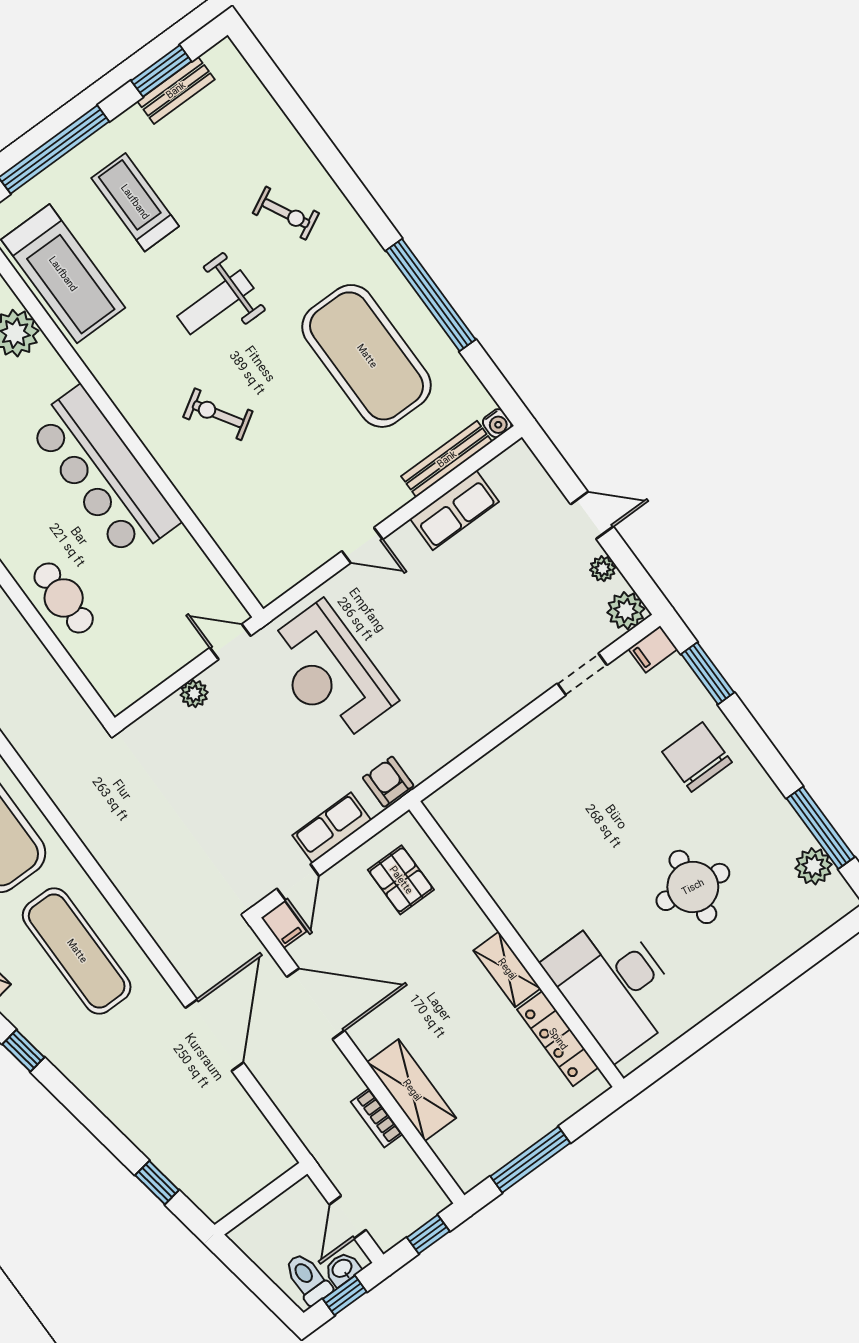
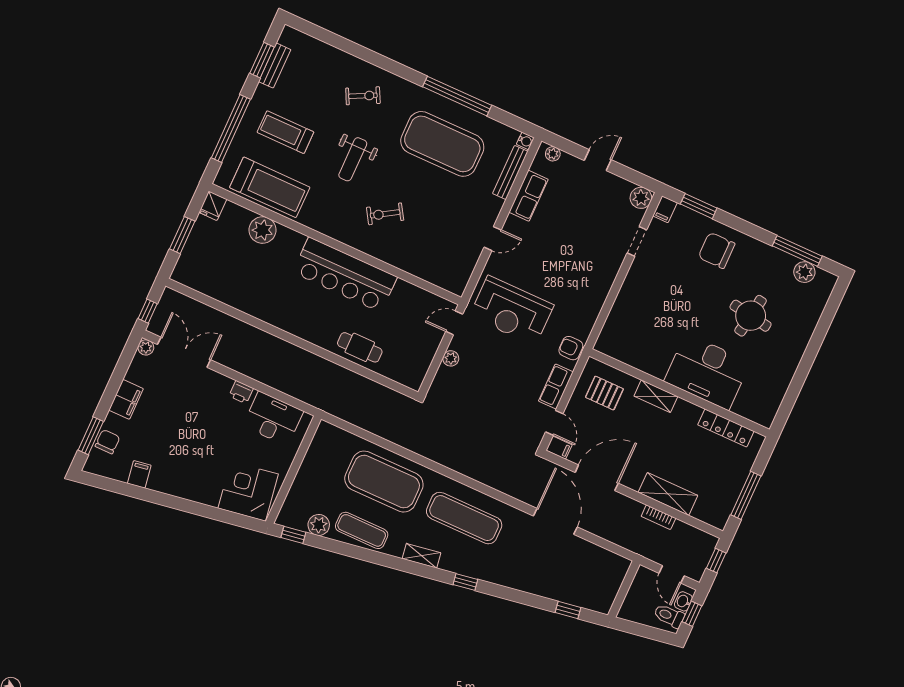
plant: (603, 569) -> (553, 154), moved
shelving: (507, 969) -> (656, 396), moved
desk: (614, 986) -> (707, 372), moved

